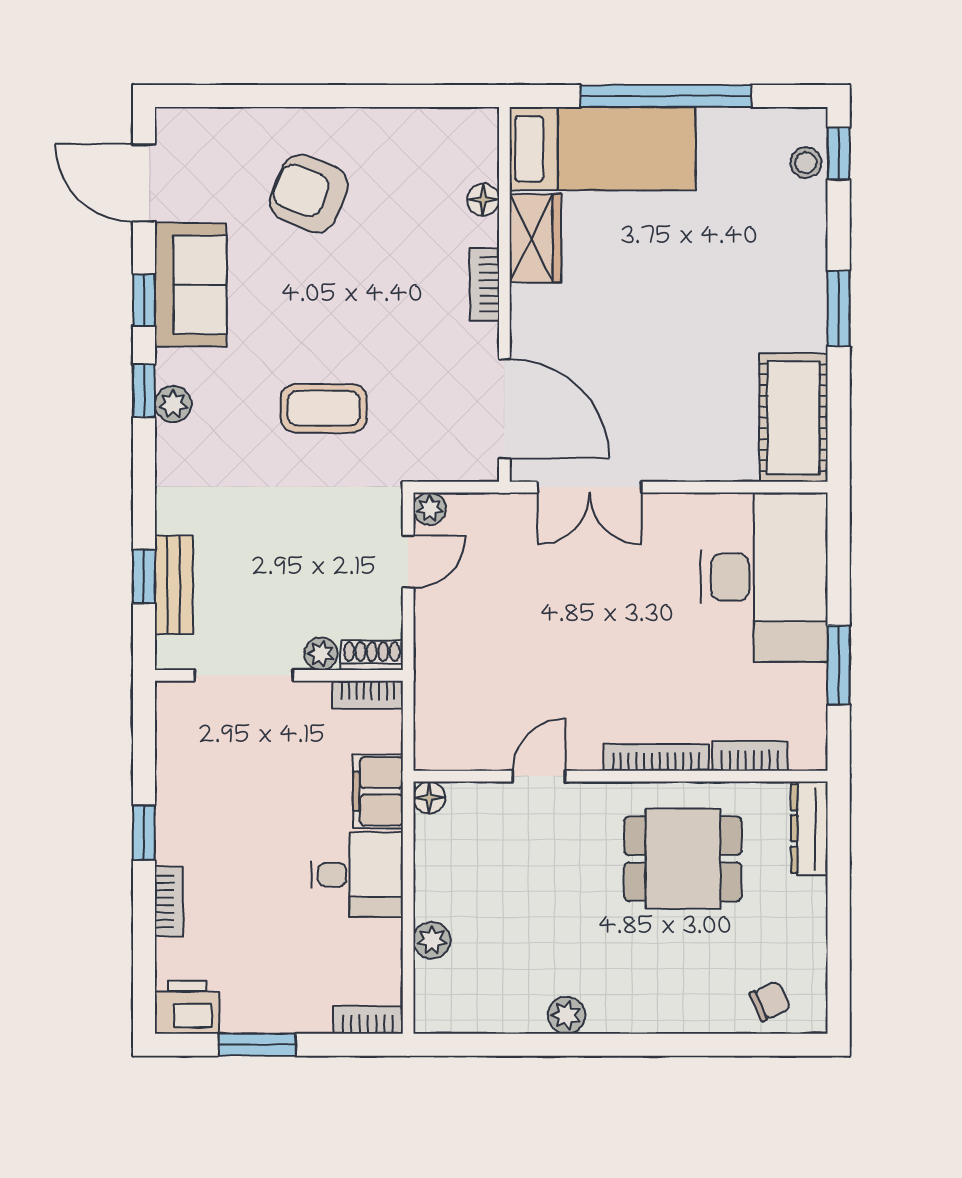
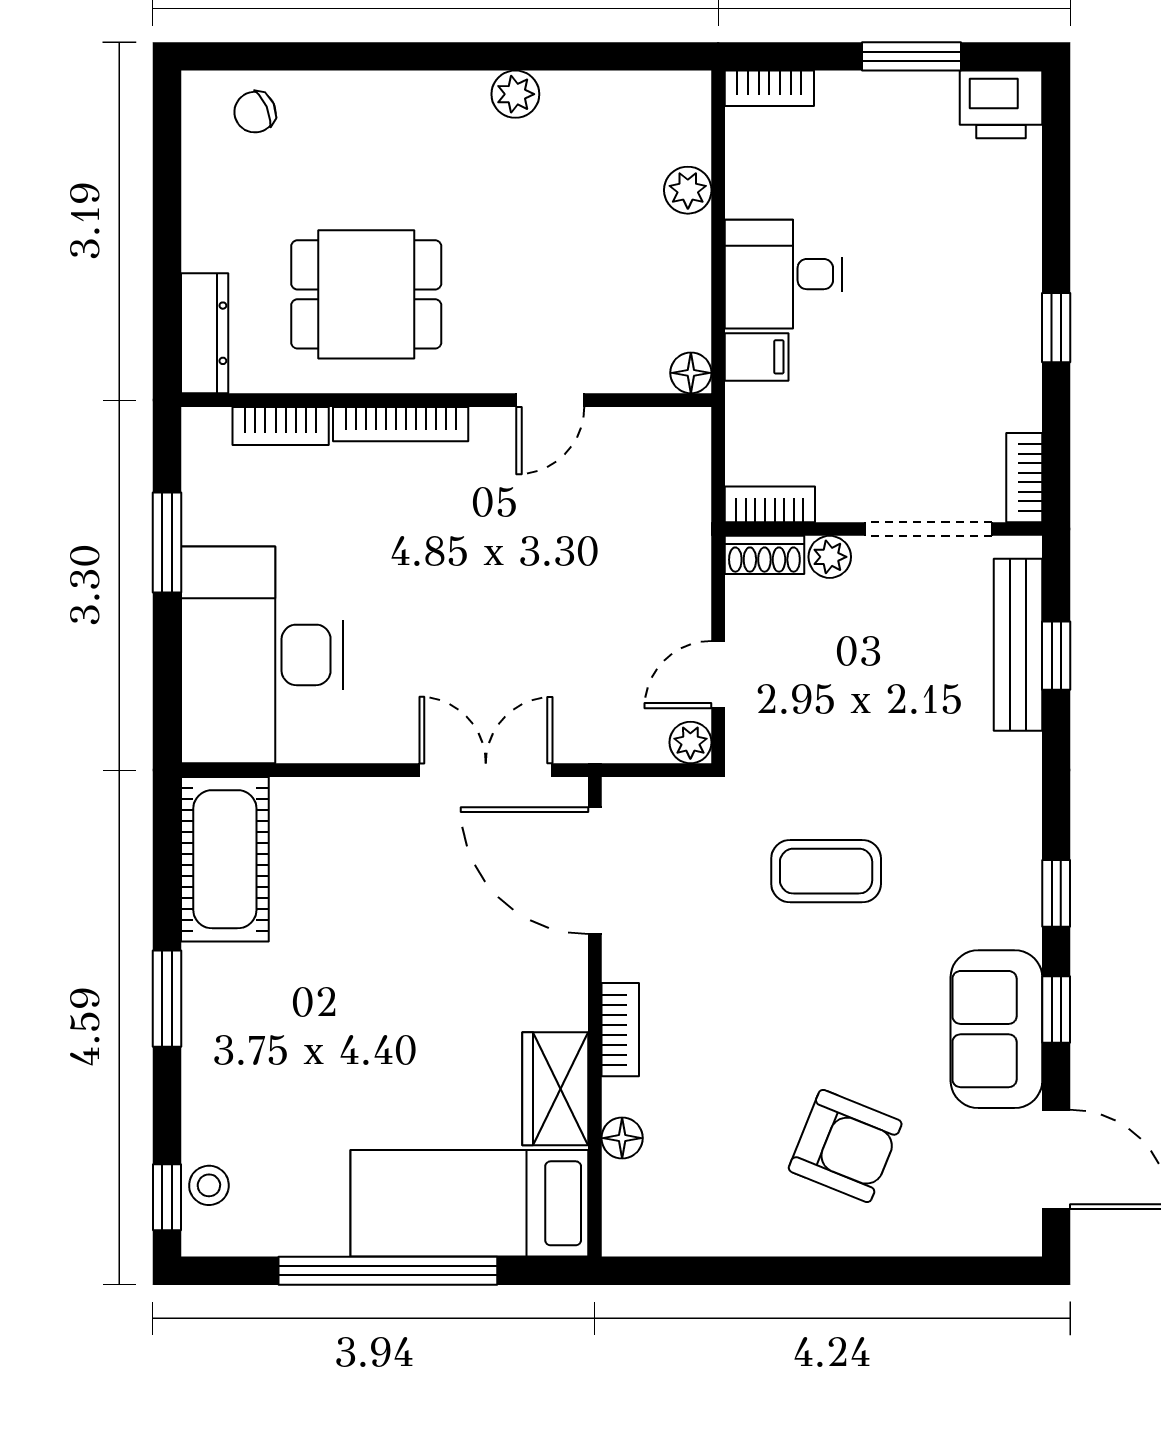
plant: (173, 404) -> (1019, 876), removed
bench: (174, 585) -> (1018, 645), width x1.36
filing cabinet: (378, 791) -> (757, 357), width x0.50
bookcase: (169, 901) -> (1024, 478), moved

